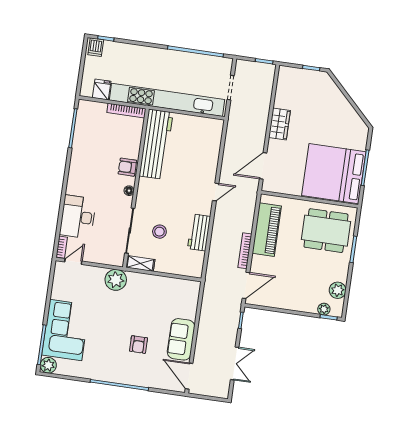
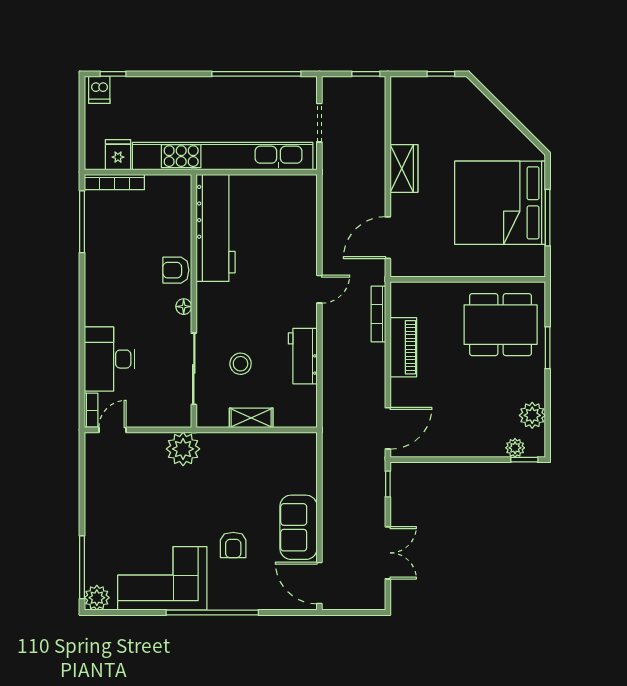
bookcase: (126, 111) -> (114, 182), moved
bed: (334, 174) -> (500, 203), moved
piano: (267, 230) -> (403, 347), width x0.73, depth x0.75
bookcase: (245, 251) -> (378, 314), moved
shelving: (140, 263) -> (251, 418), moved
corner sofa: (66, 330) -> (162, 578), moved, turned -90

